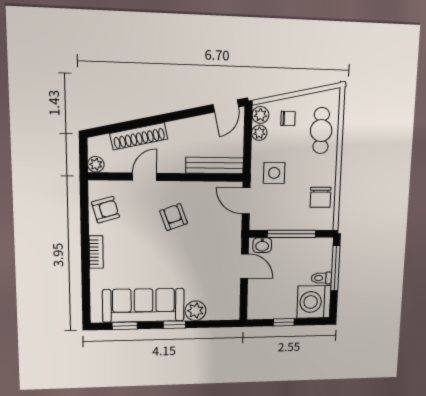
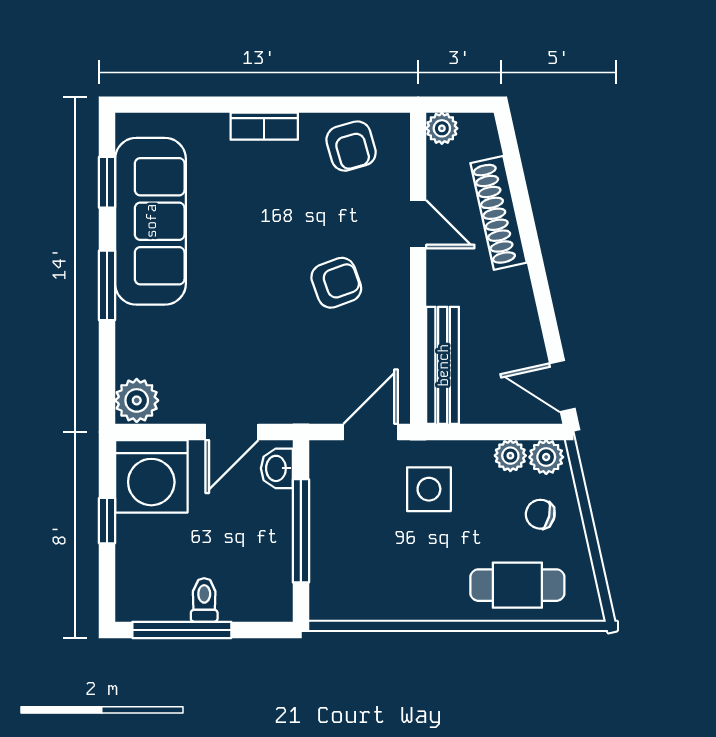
chair: (288, 119) -> (540, 514), turned 104
chair: (320, 197) -> (379, 590), removed
window: (335, 268) -> (182, 630), moved
washing machine: (314, 302) -> (151, 476), moved, turned 180
plant: (195, 311) -> (137, 400), moved
window: (174, 325) -> (107, 285), width x1.50

